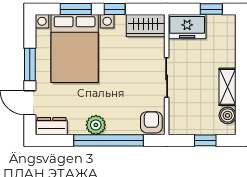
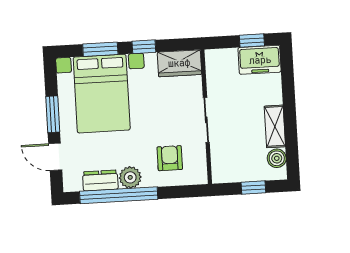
freezer: (187, 27) -> (260, 60), moved
armchair: (151, 122) -> (170, 158), moved
dresser: (52, 126) -> (100, 180), moved
window: (108, 140) -> (119, 195), moved

